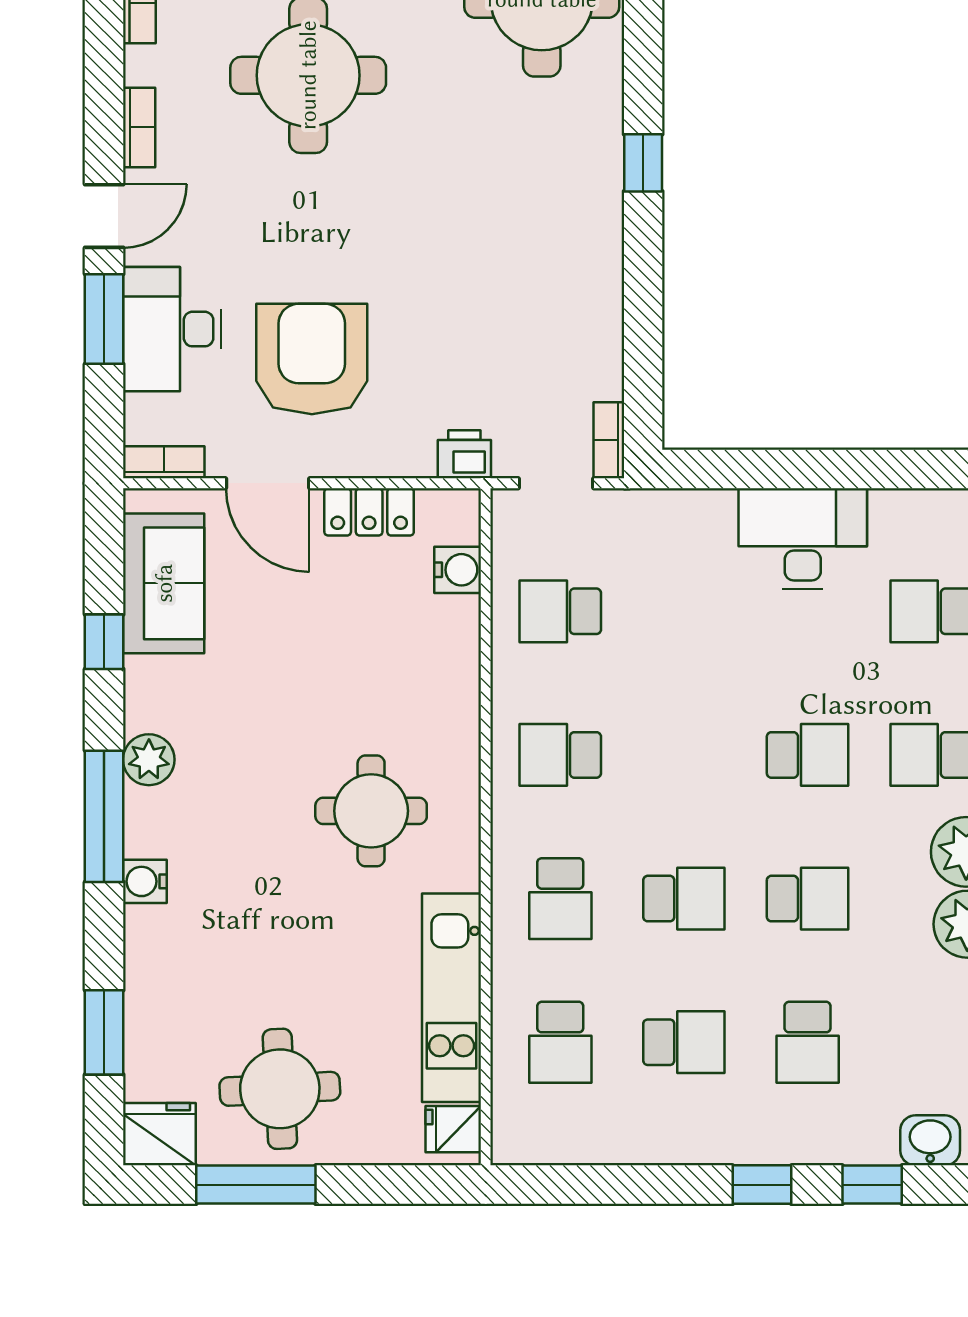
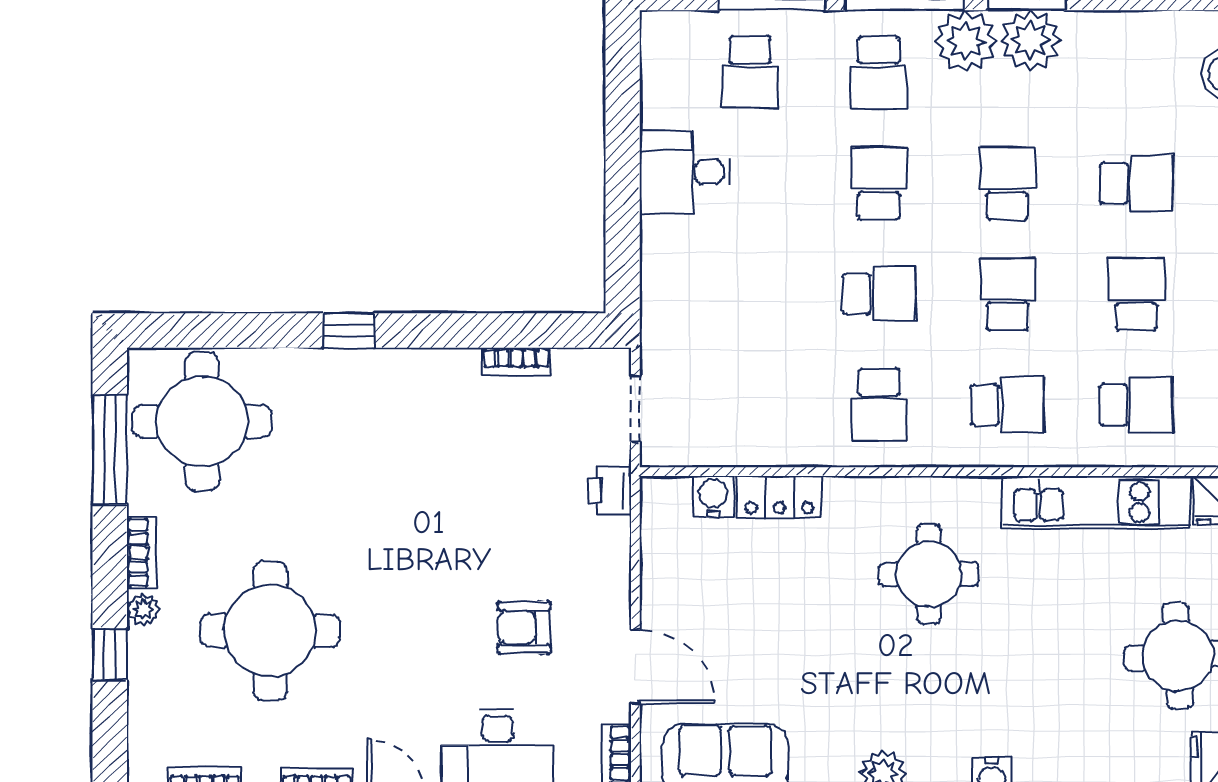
armchair: (312, 359) -> (524, 627), width x0.53, depth x0.53
bookcase: (609, 440) -> (516, 361), moved
door: (268, 483) -> (635, 667), hinge flipped
locker: (369, 512) -> (779, 497), moved, turned 90
desk: (803, 538) -> (685, 172), width x0.73
school desk: (560, 611) -> (879, 294), moved, turned -90

